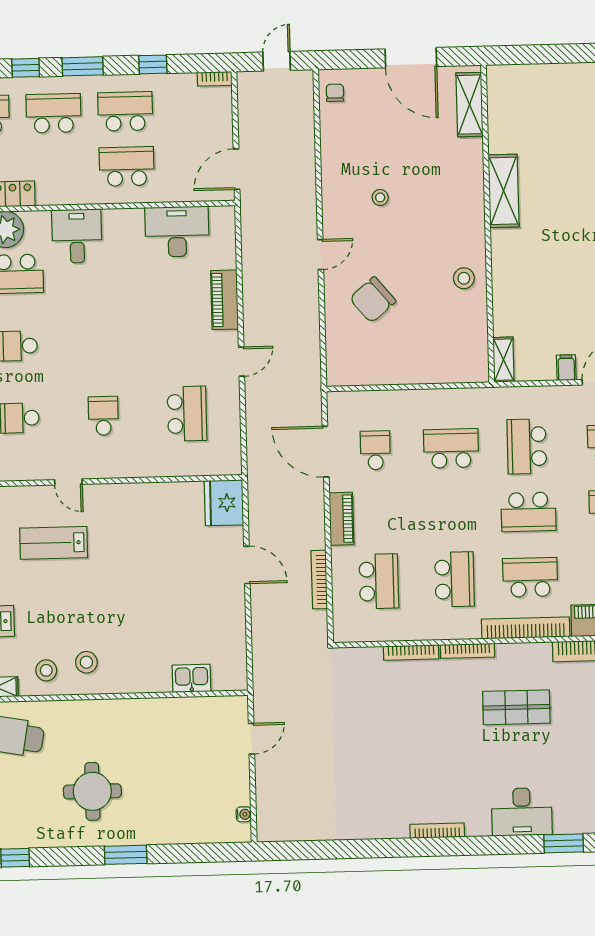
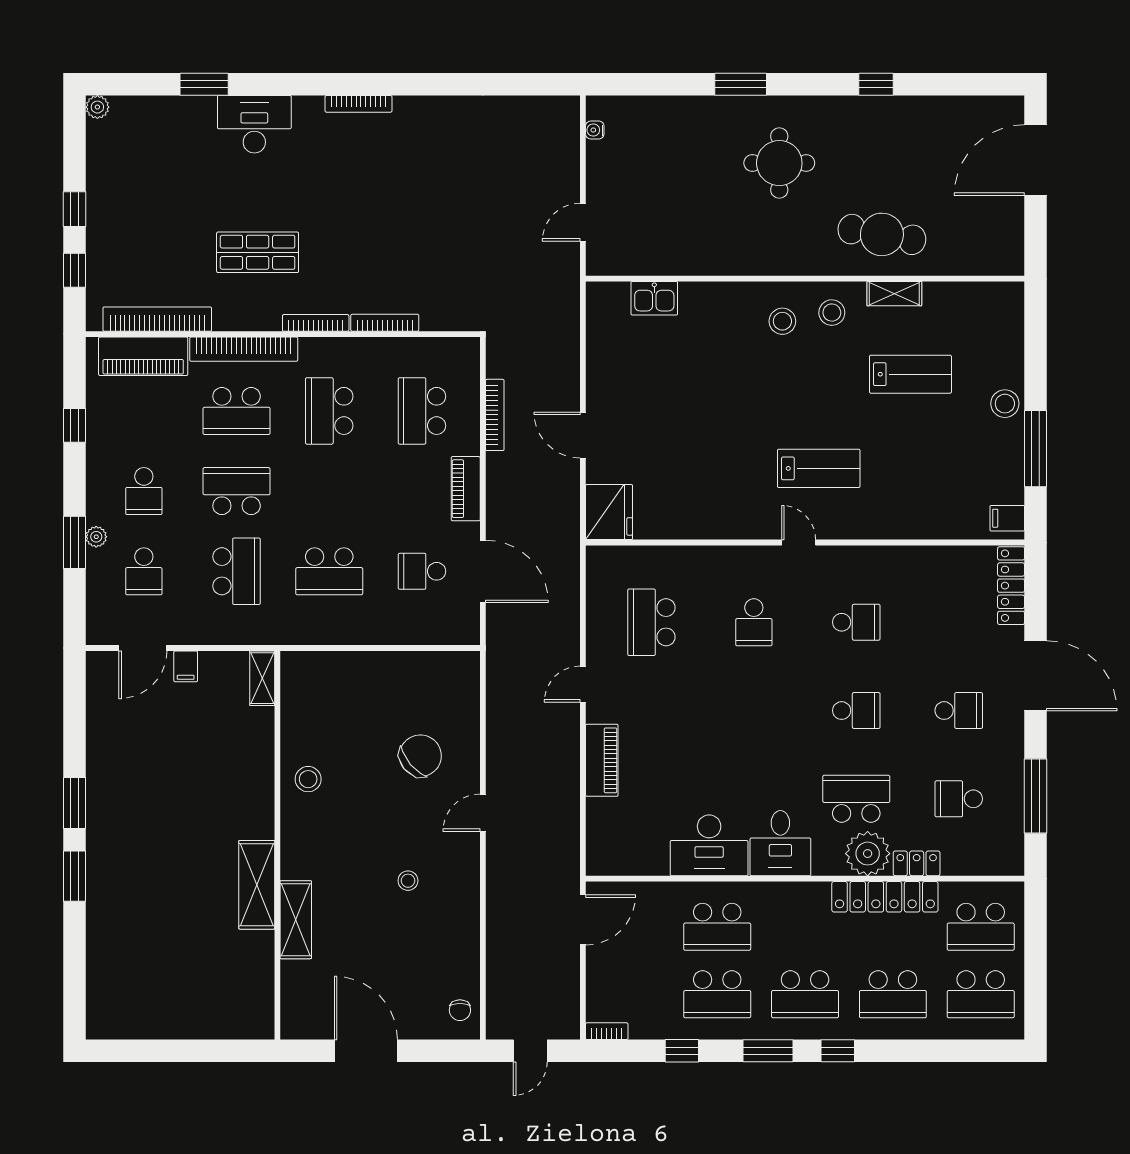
shelving: (469, 105) -> (296, 920), moved
desk: (177, 232) -> (709, 845), moved
school desk: (375, 450) -> (422, 571), turned 90

